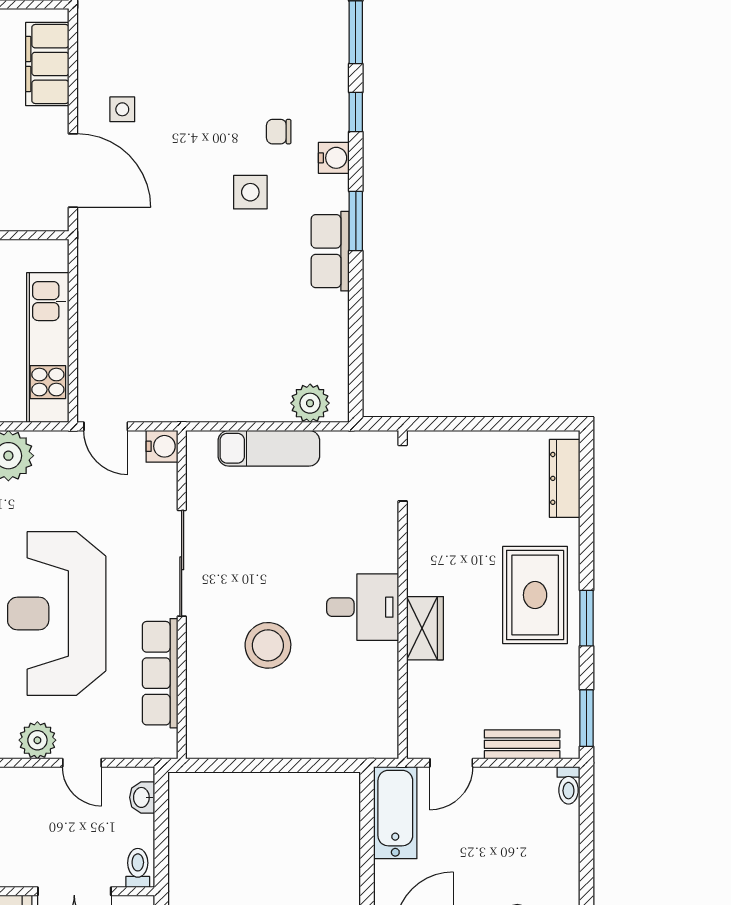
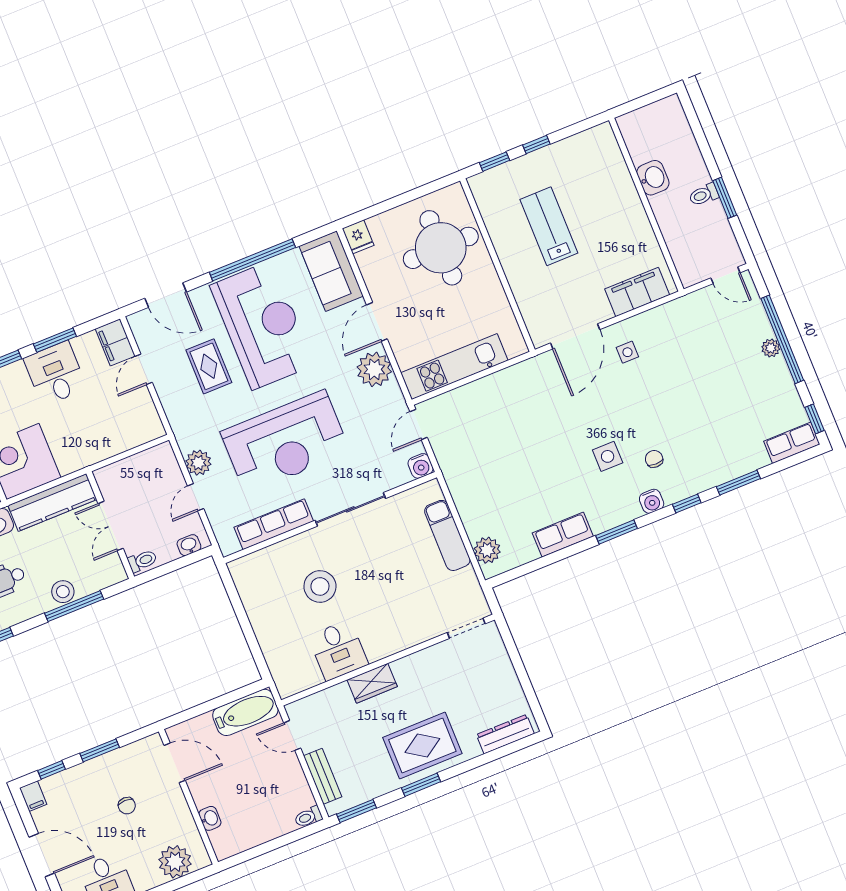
row of seats: (330, 251) -> (563, 535), moved
desk: (363, 607) -> (338, 650), moved
reception desk: (57, 614) -> (285, 442), turned 180

